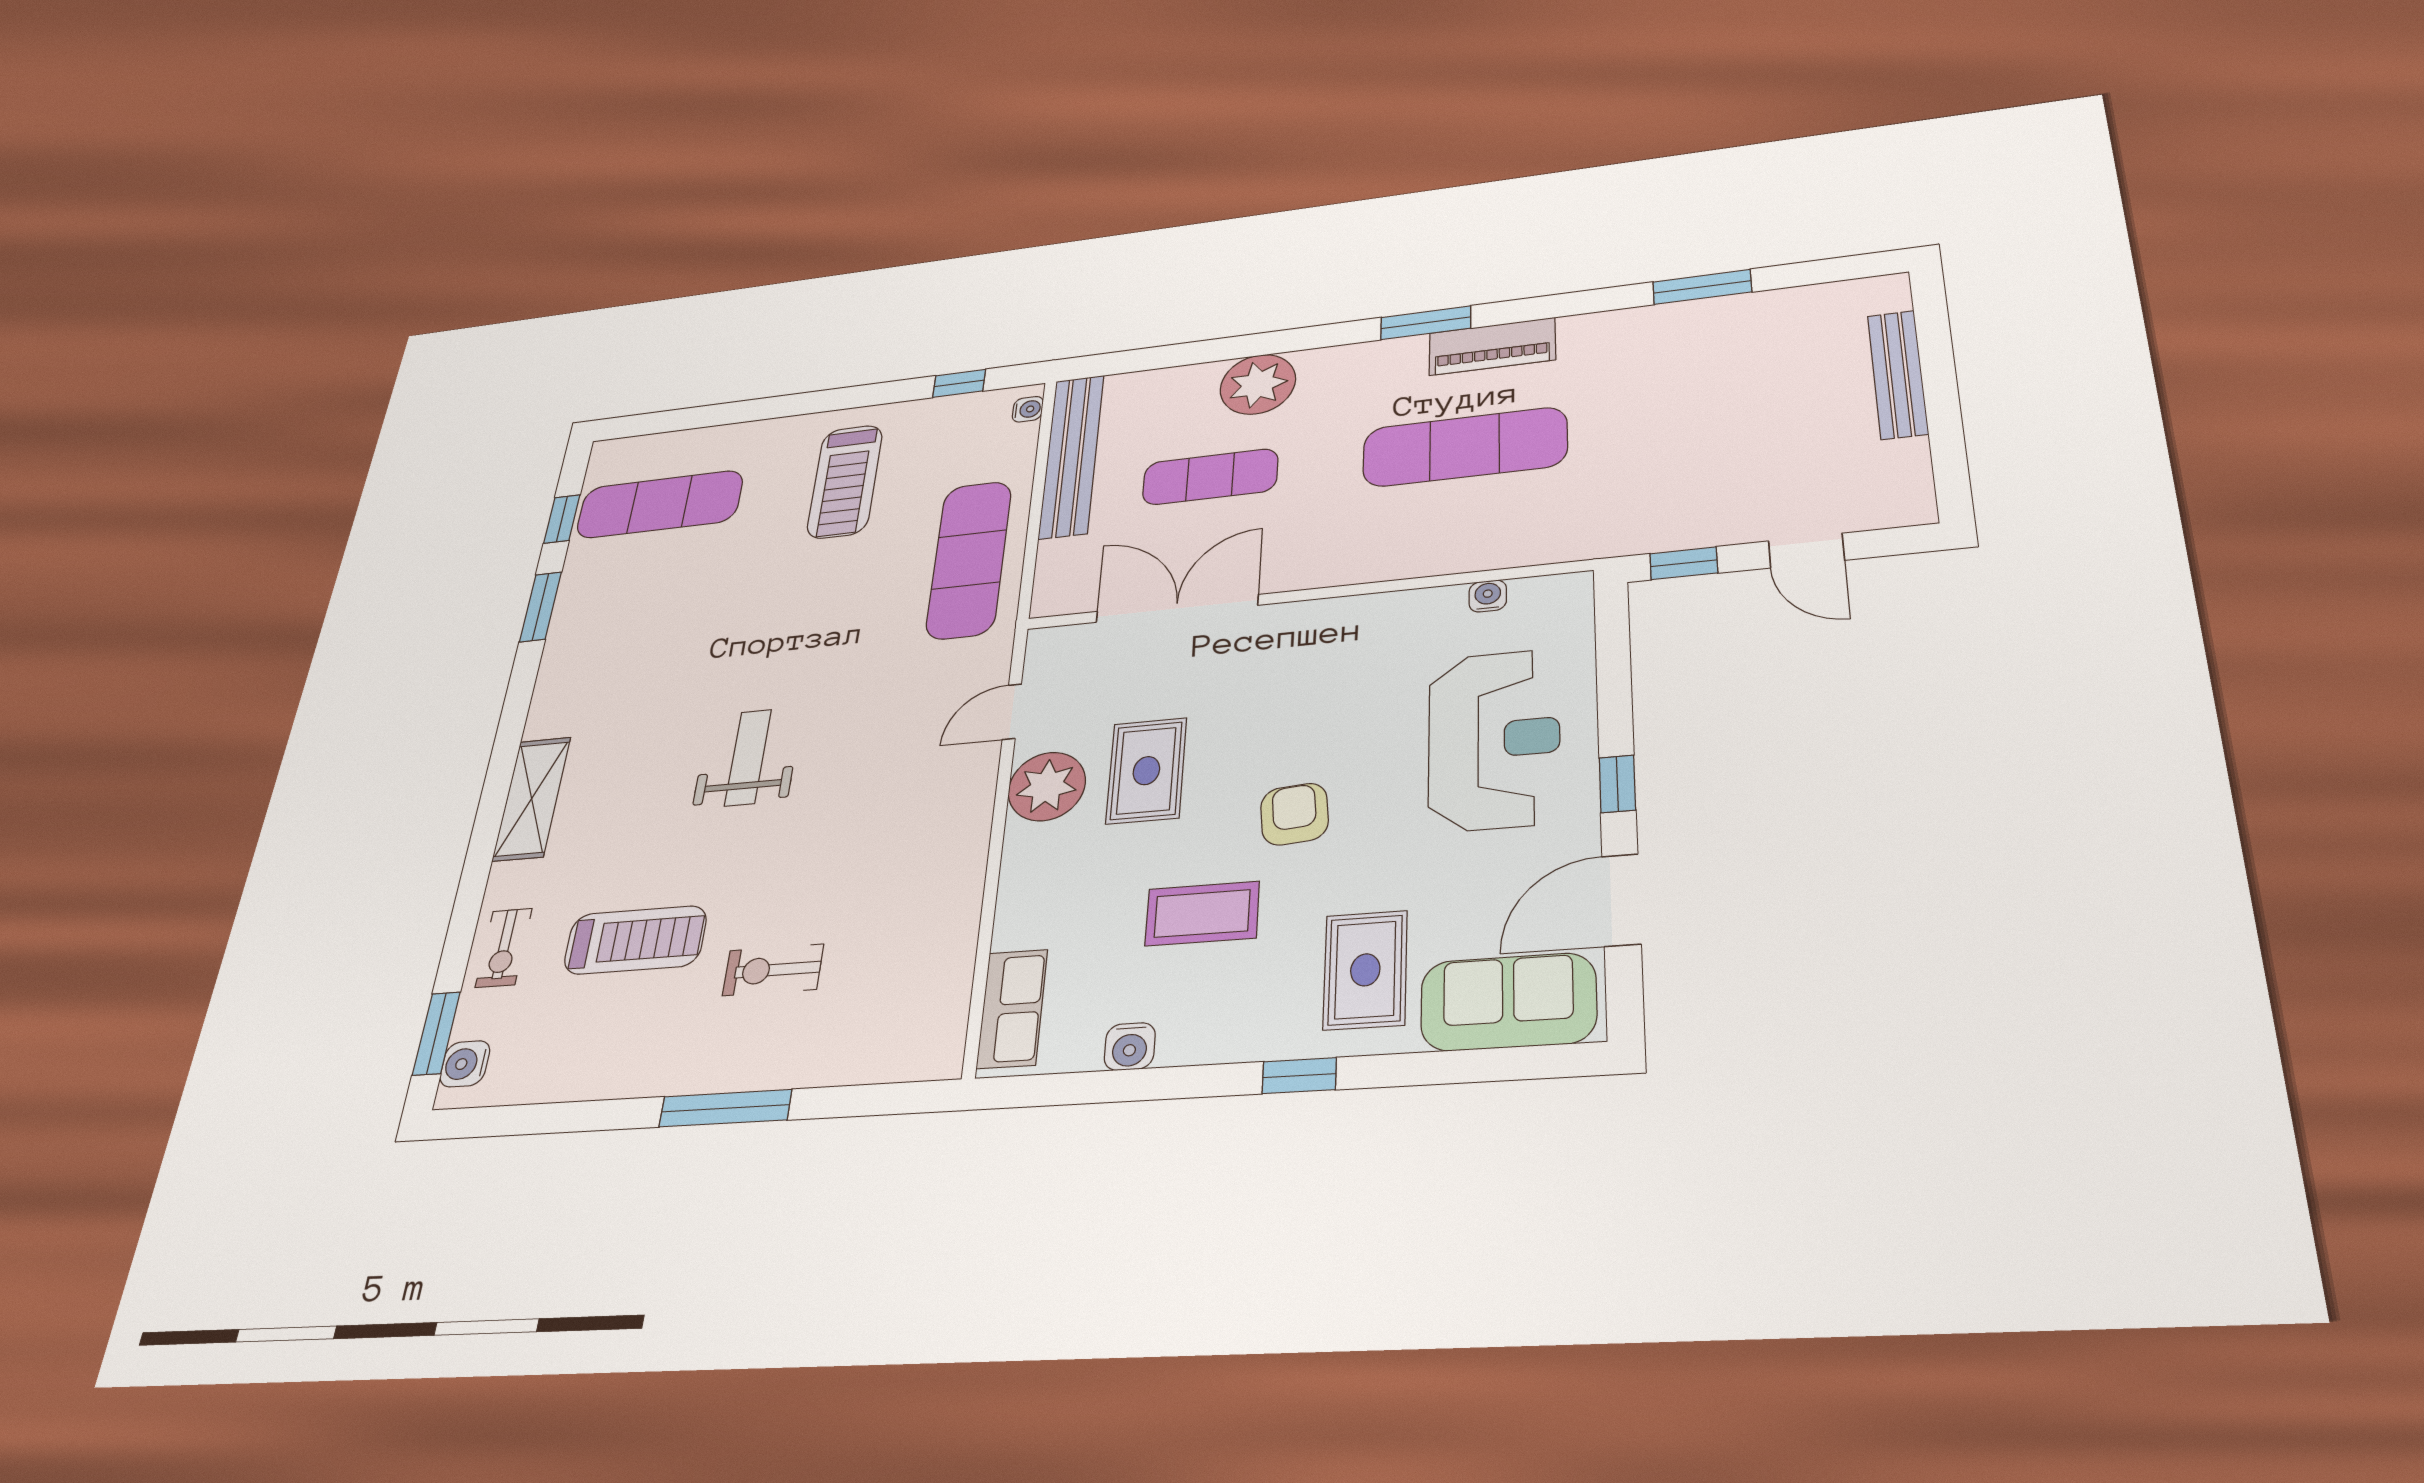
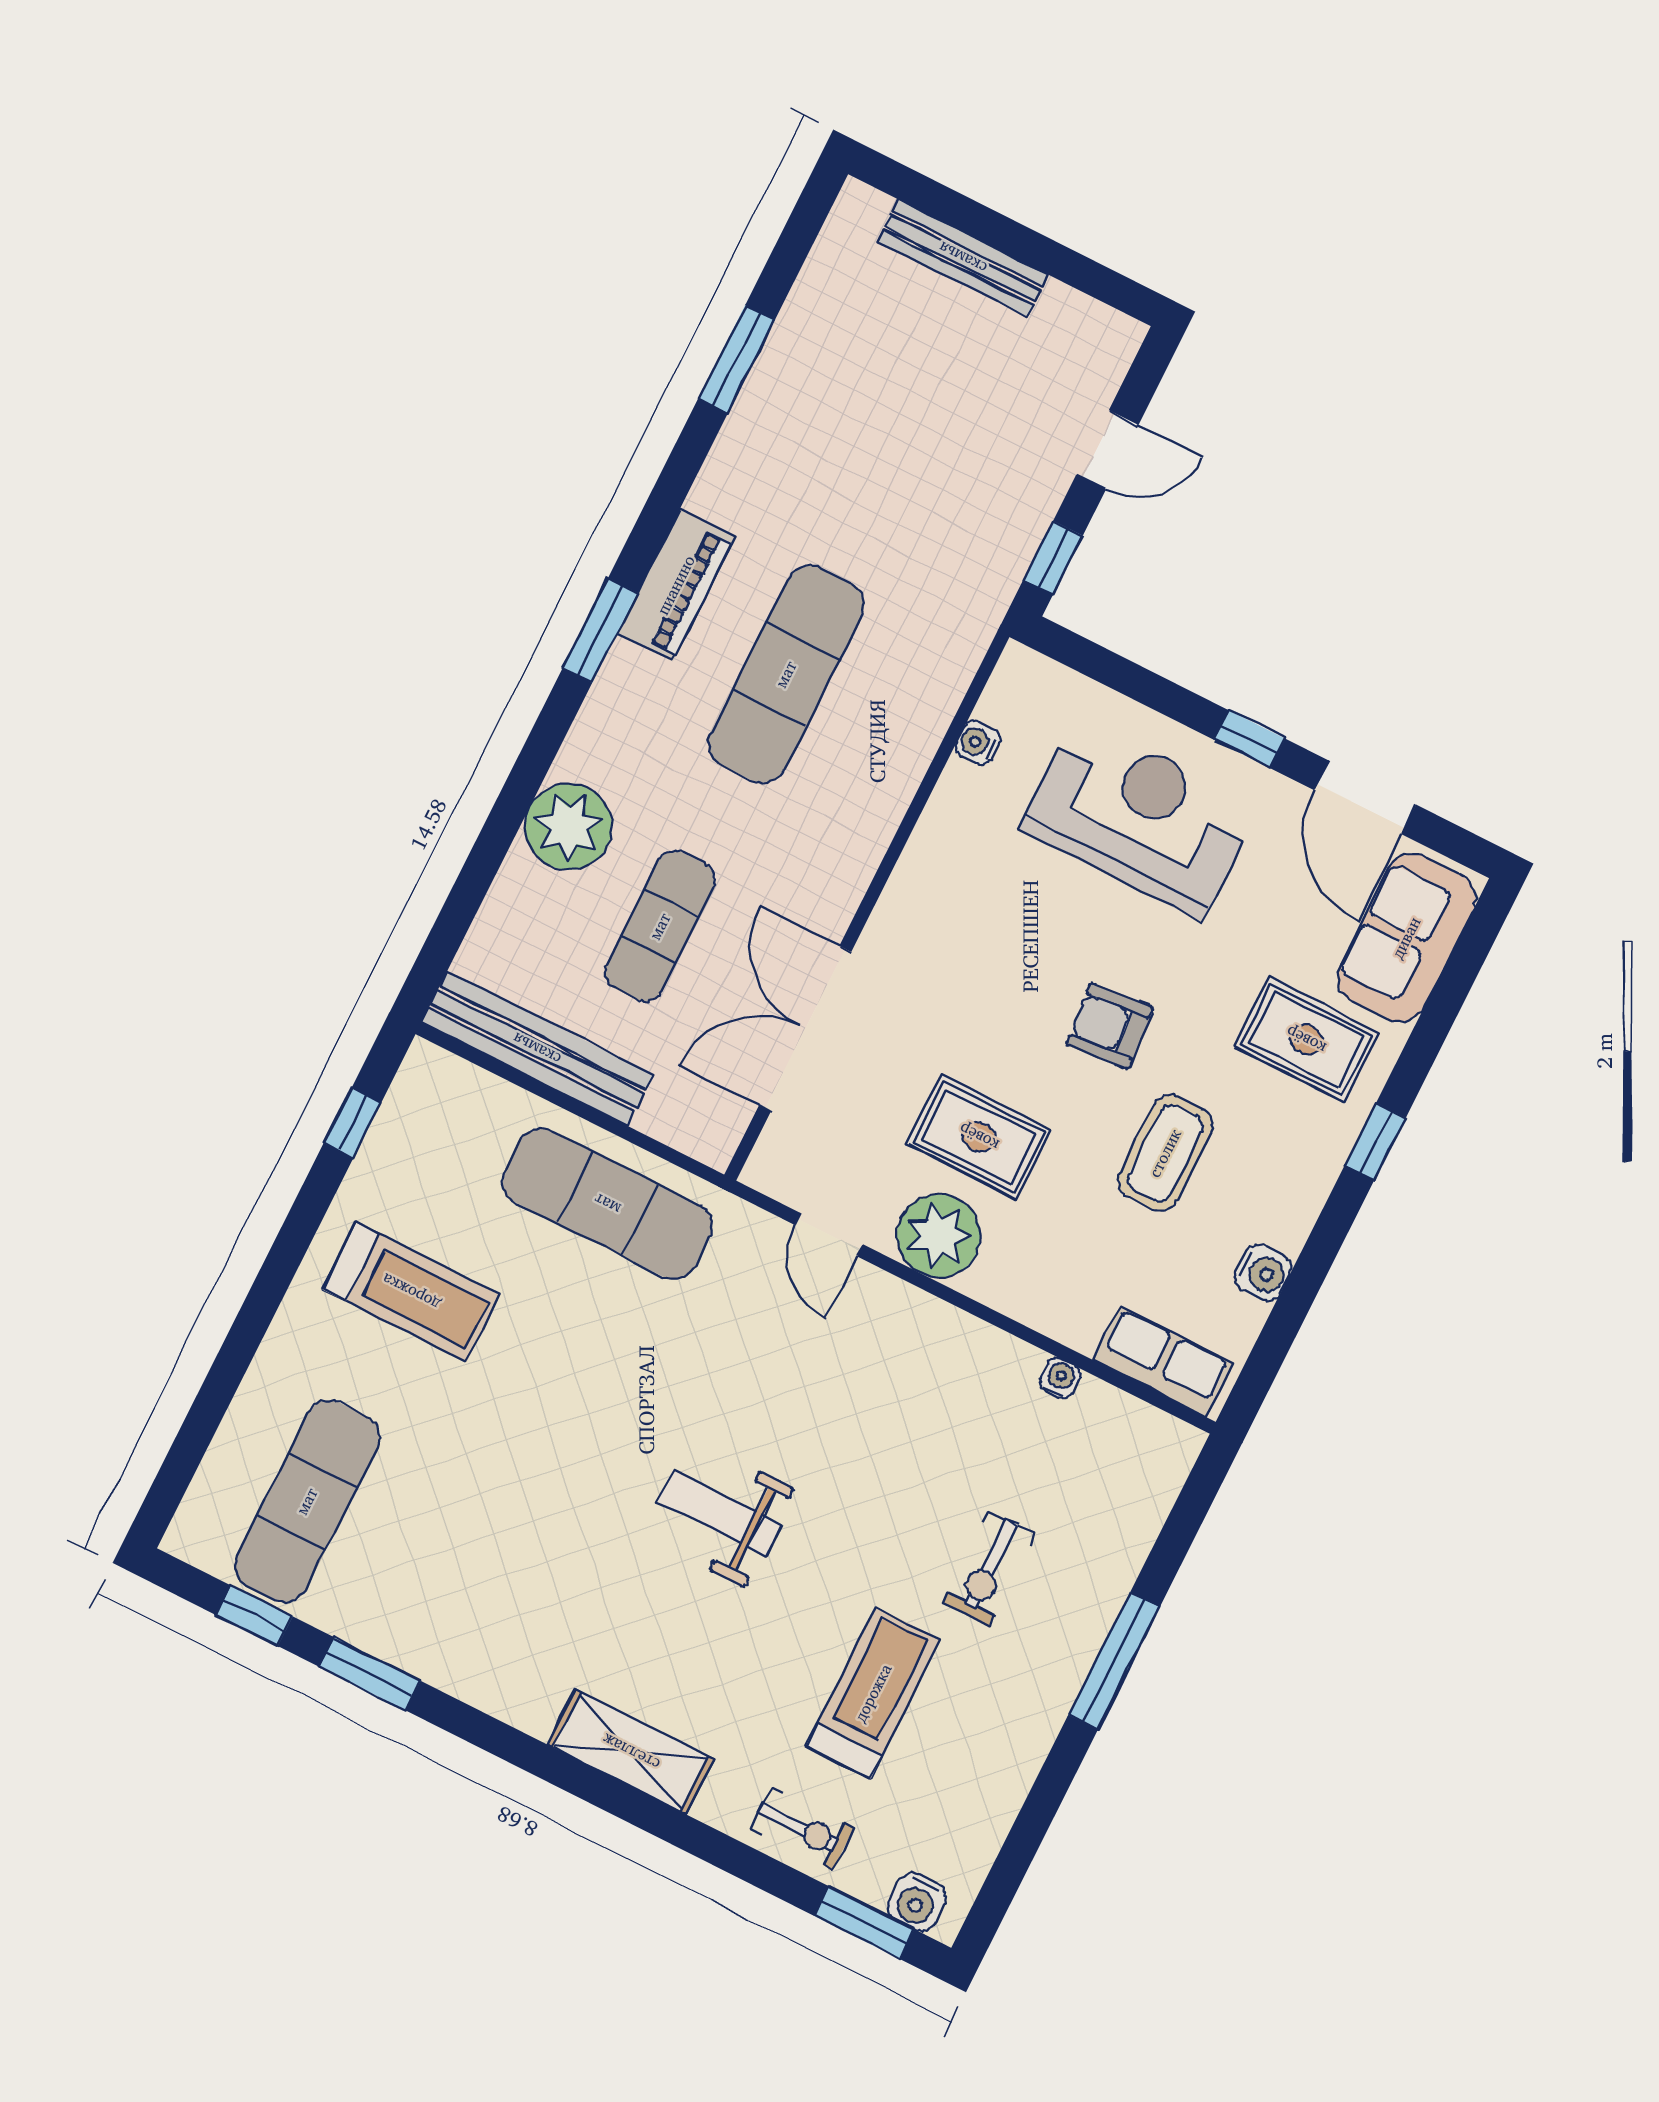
water cooler: (1028, 409) -> (1060, 1378), moved

